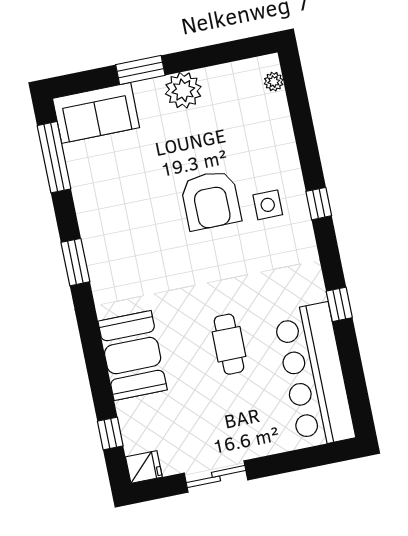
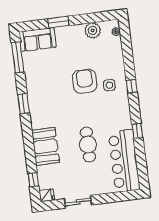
plant: (183, 90) -> (93, 30), moved
armchair: (211, 200) -> (85, 81), turned 180
cafe table: (229, 344) -> (88, 145), width x1.37, depth x1.35

